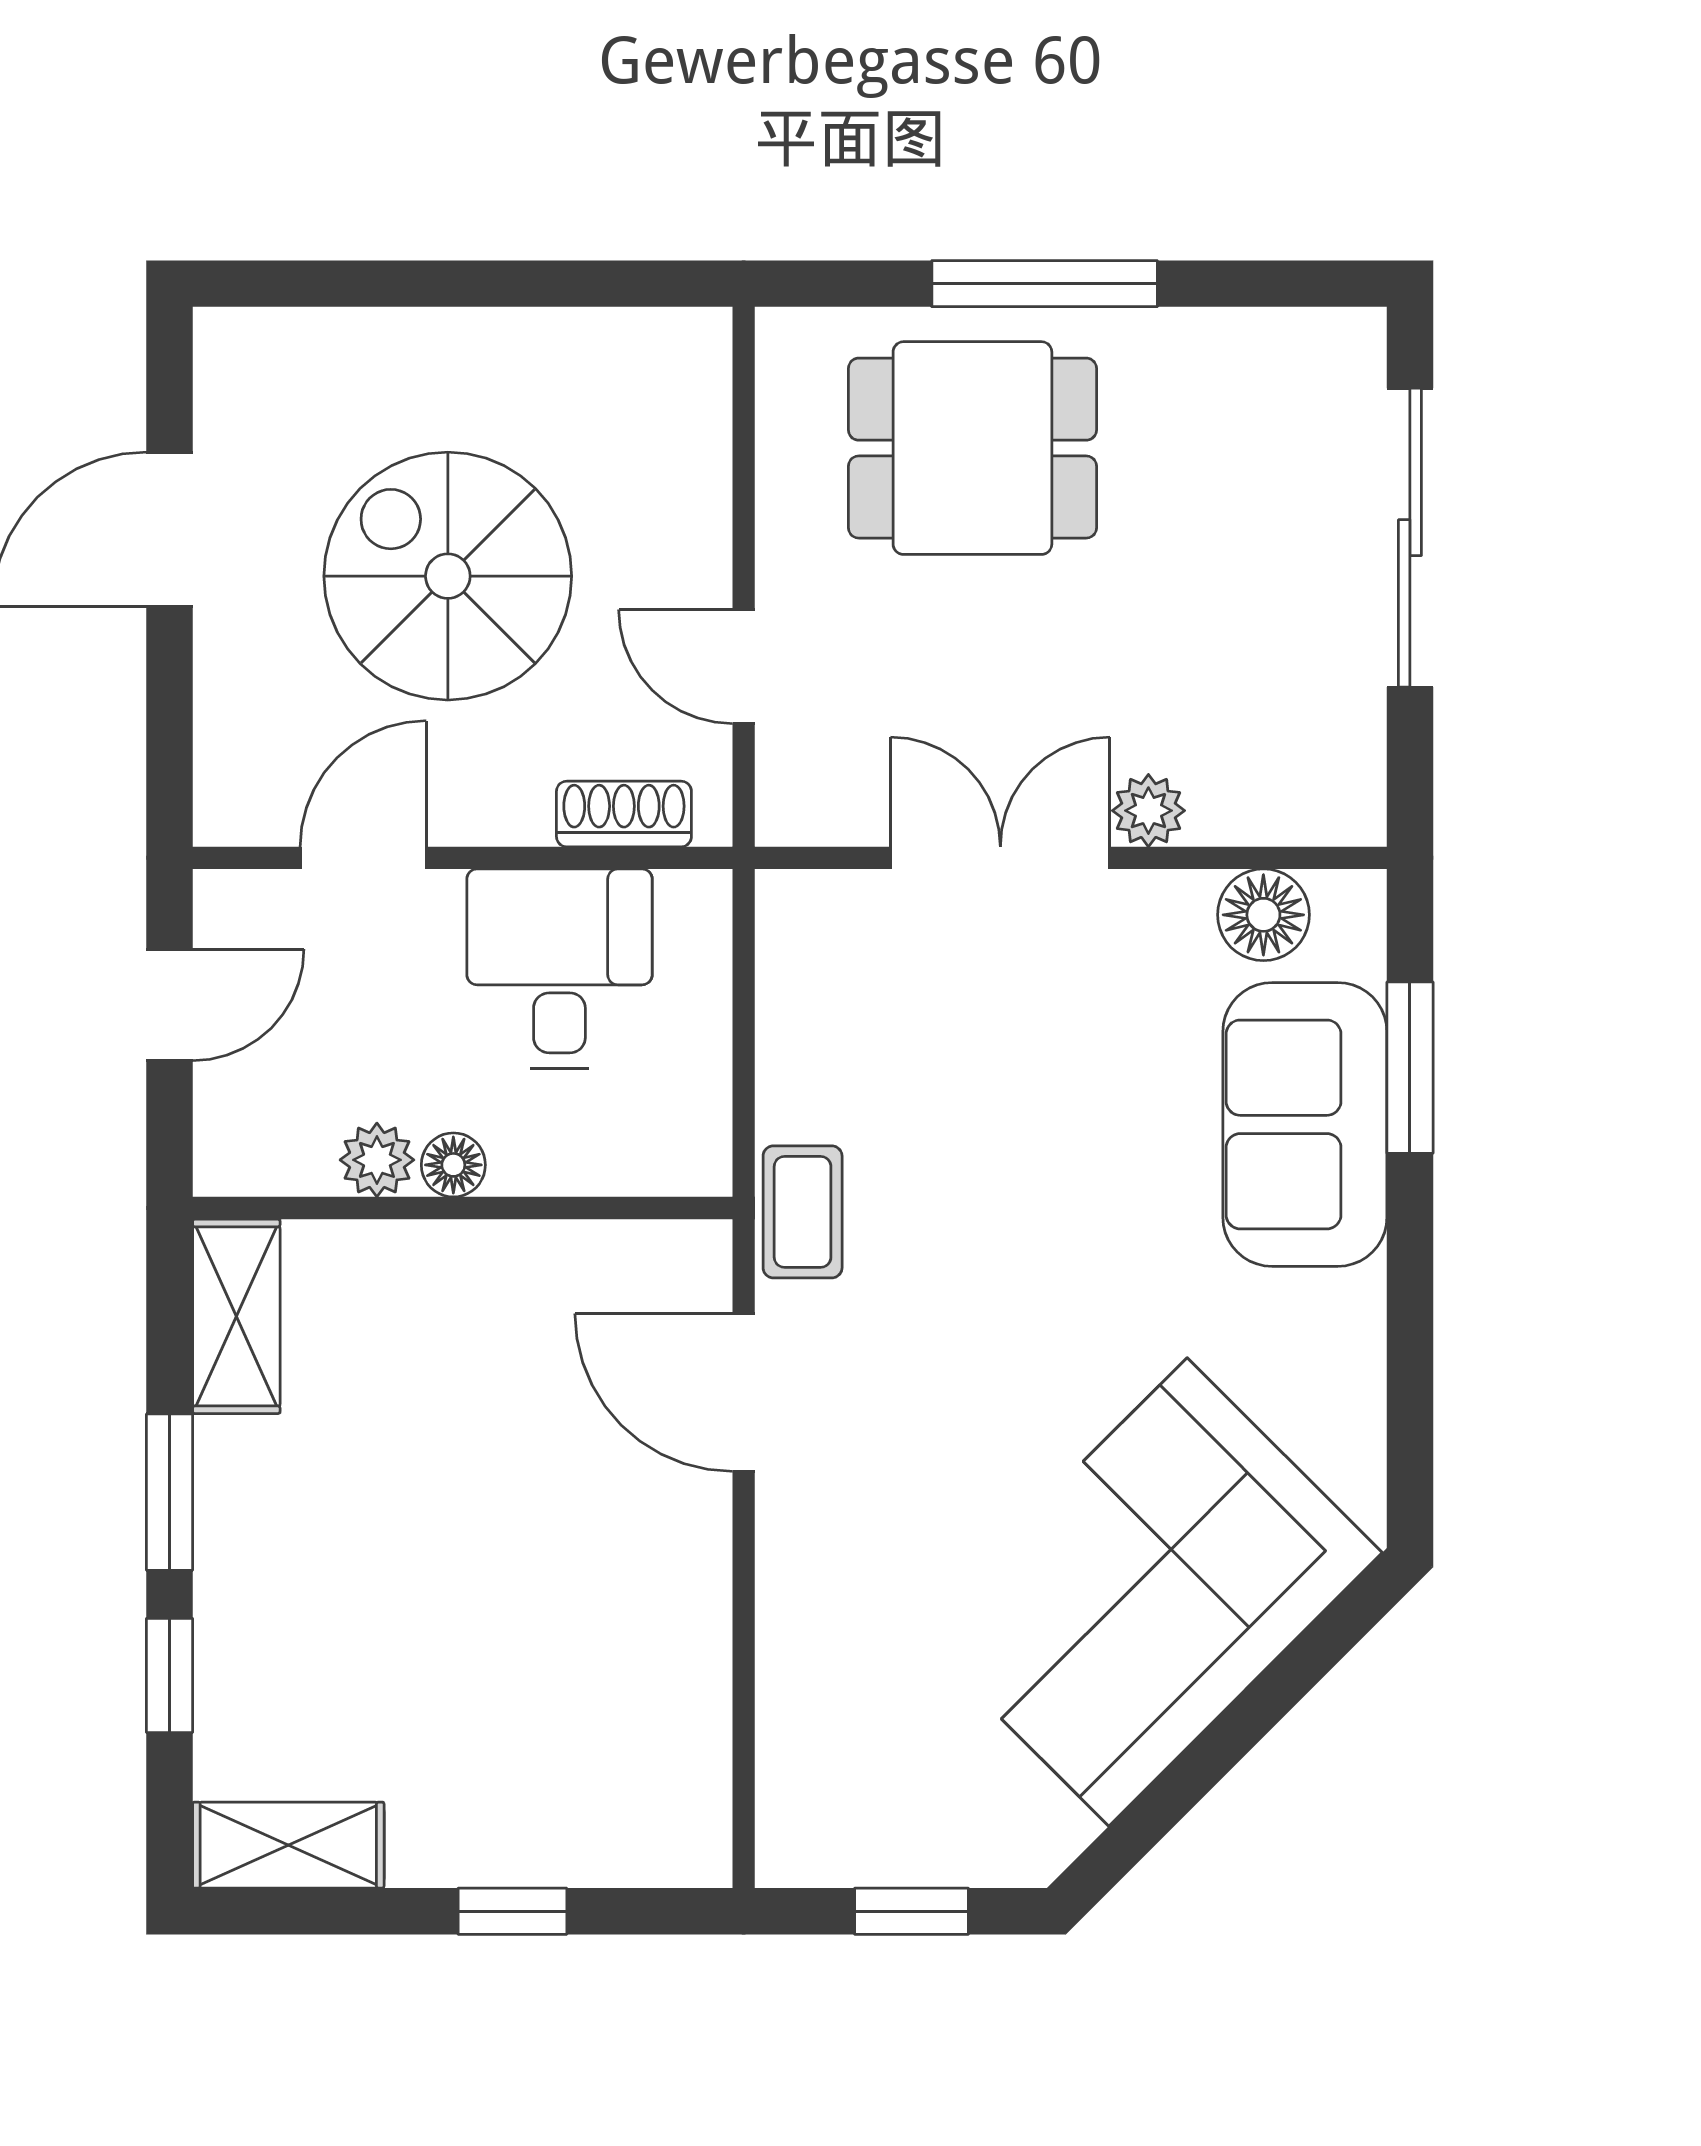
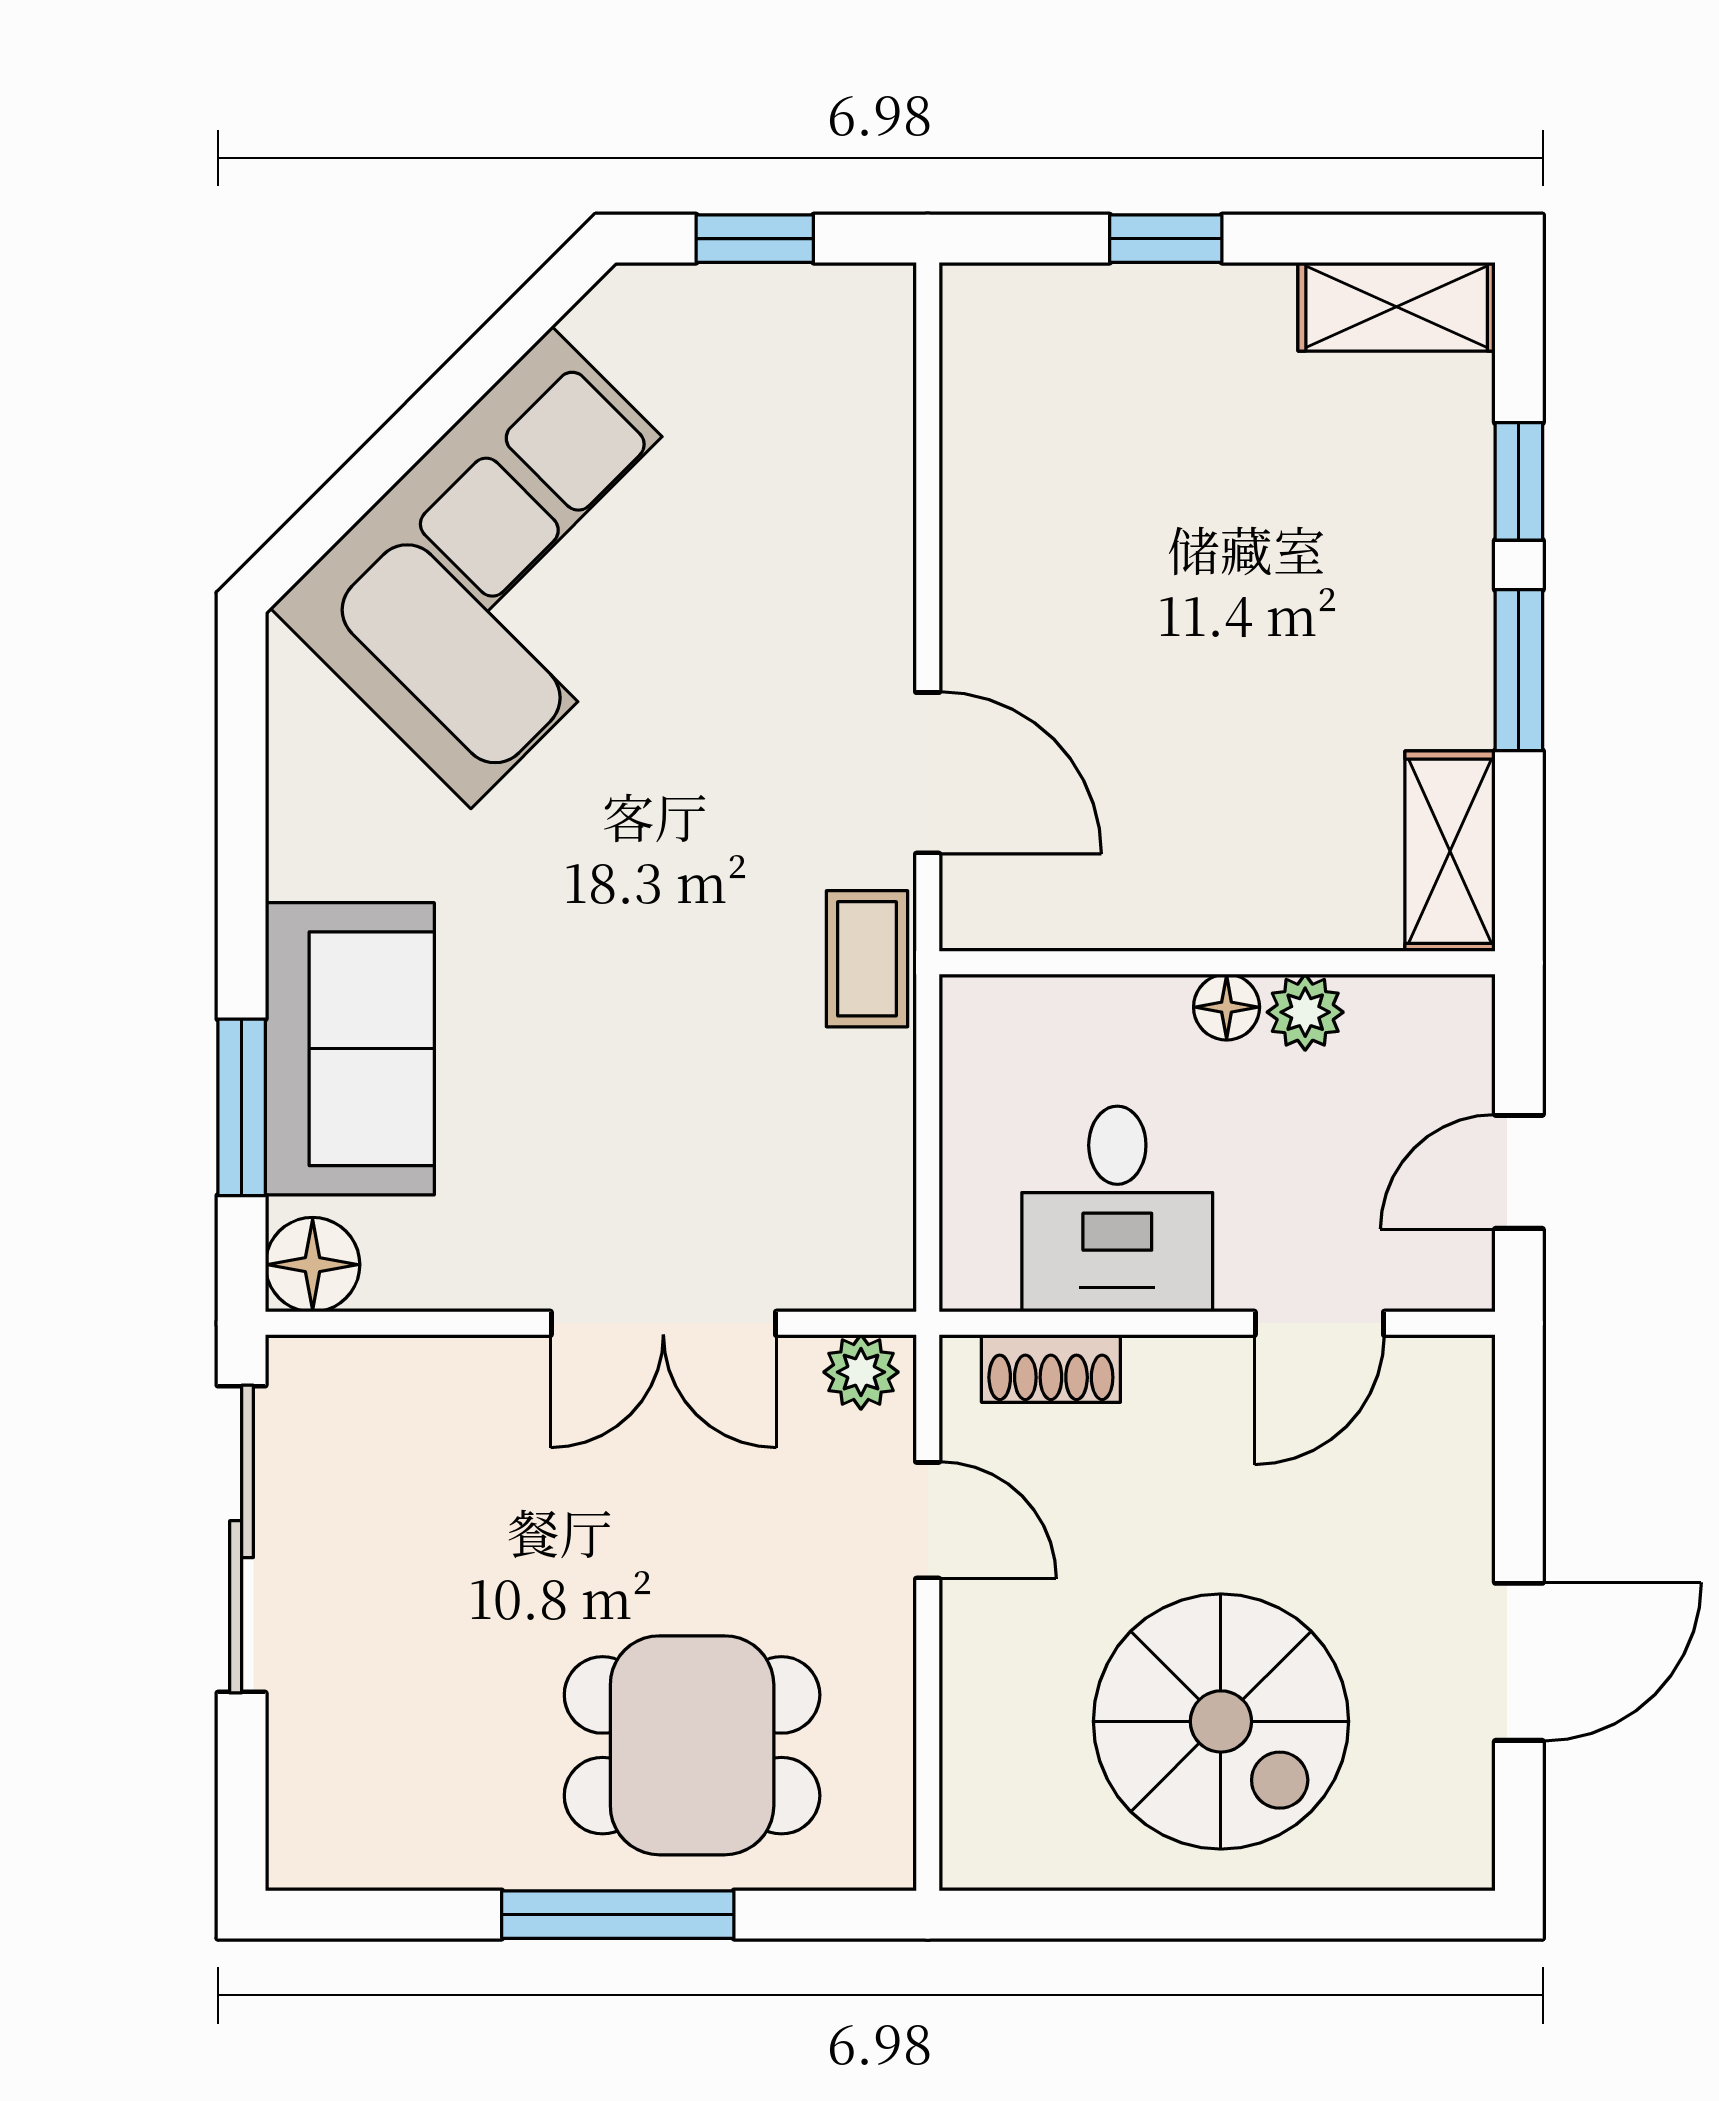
sliding door: (1410, 538) -> (242, 1539), moved
spiral stairs: (448, 576) -> (1221, 1721), moved
plant: (1148, 811) -> (861, 1372), moved
floor lamp: (1263, 915) -> (313, 1265), moved

